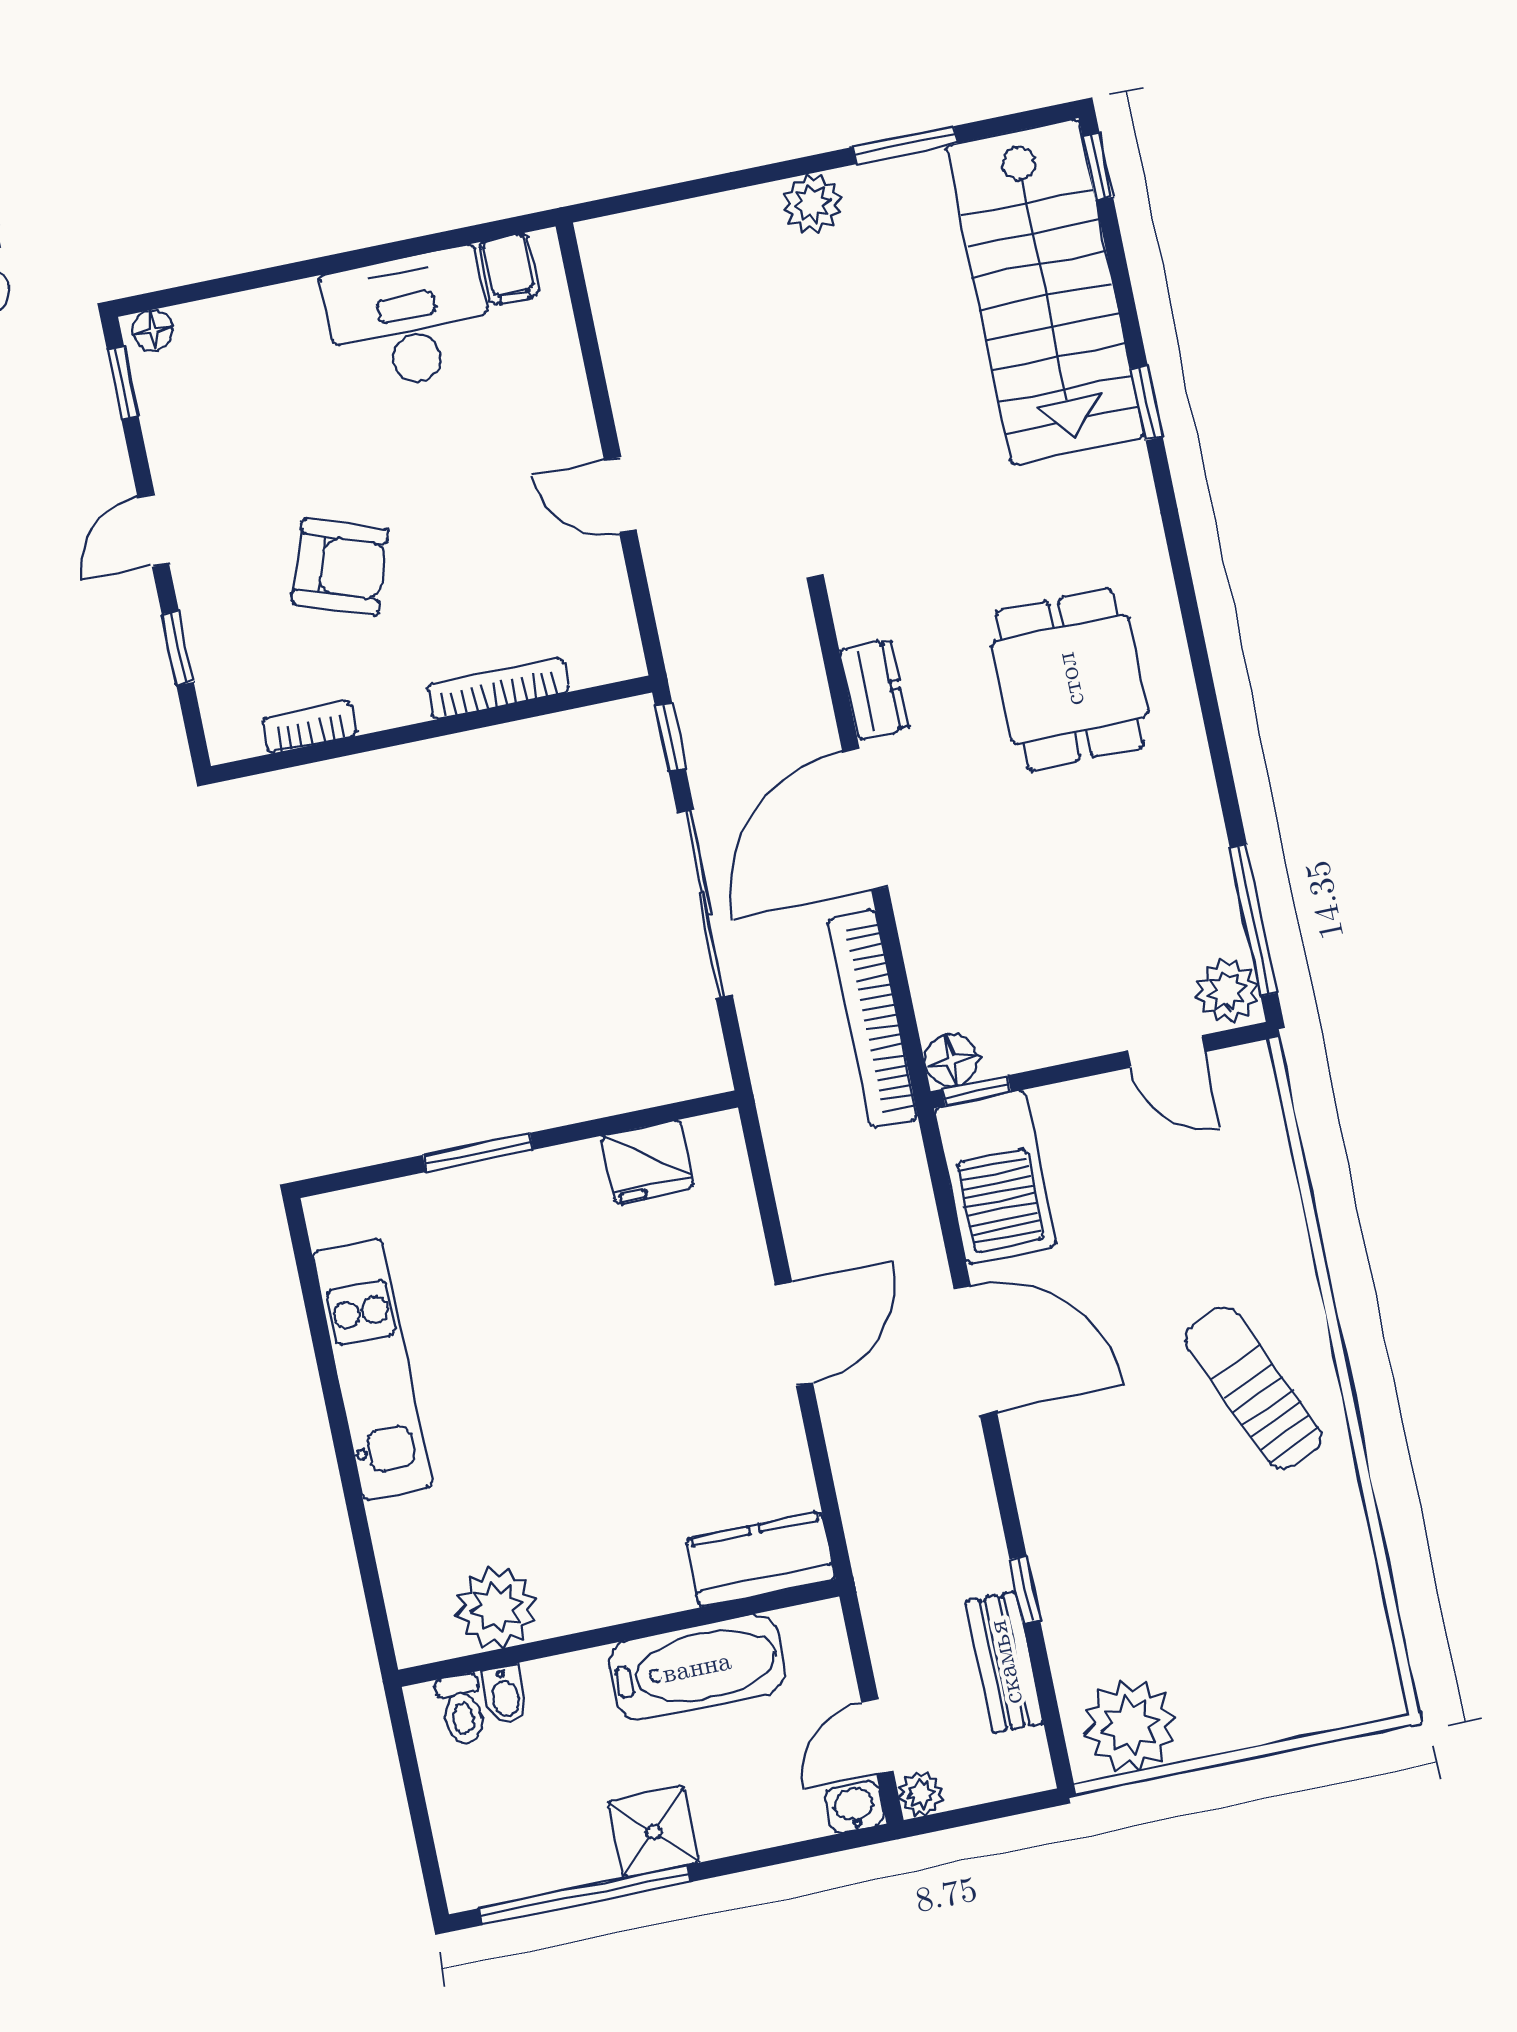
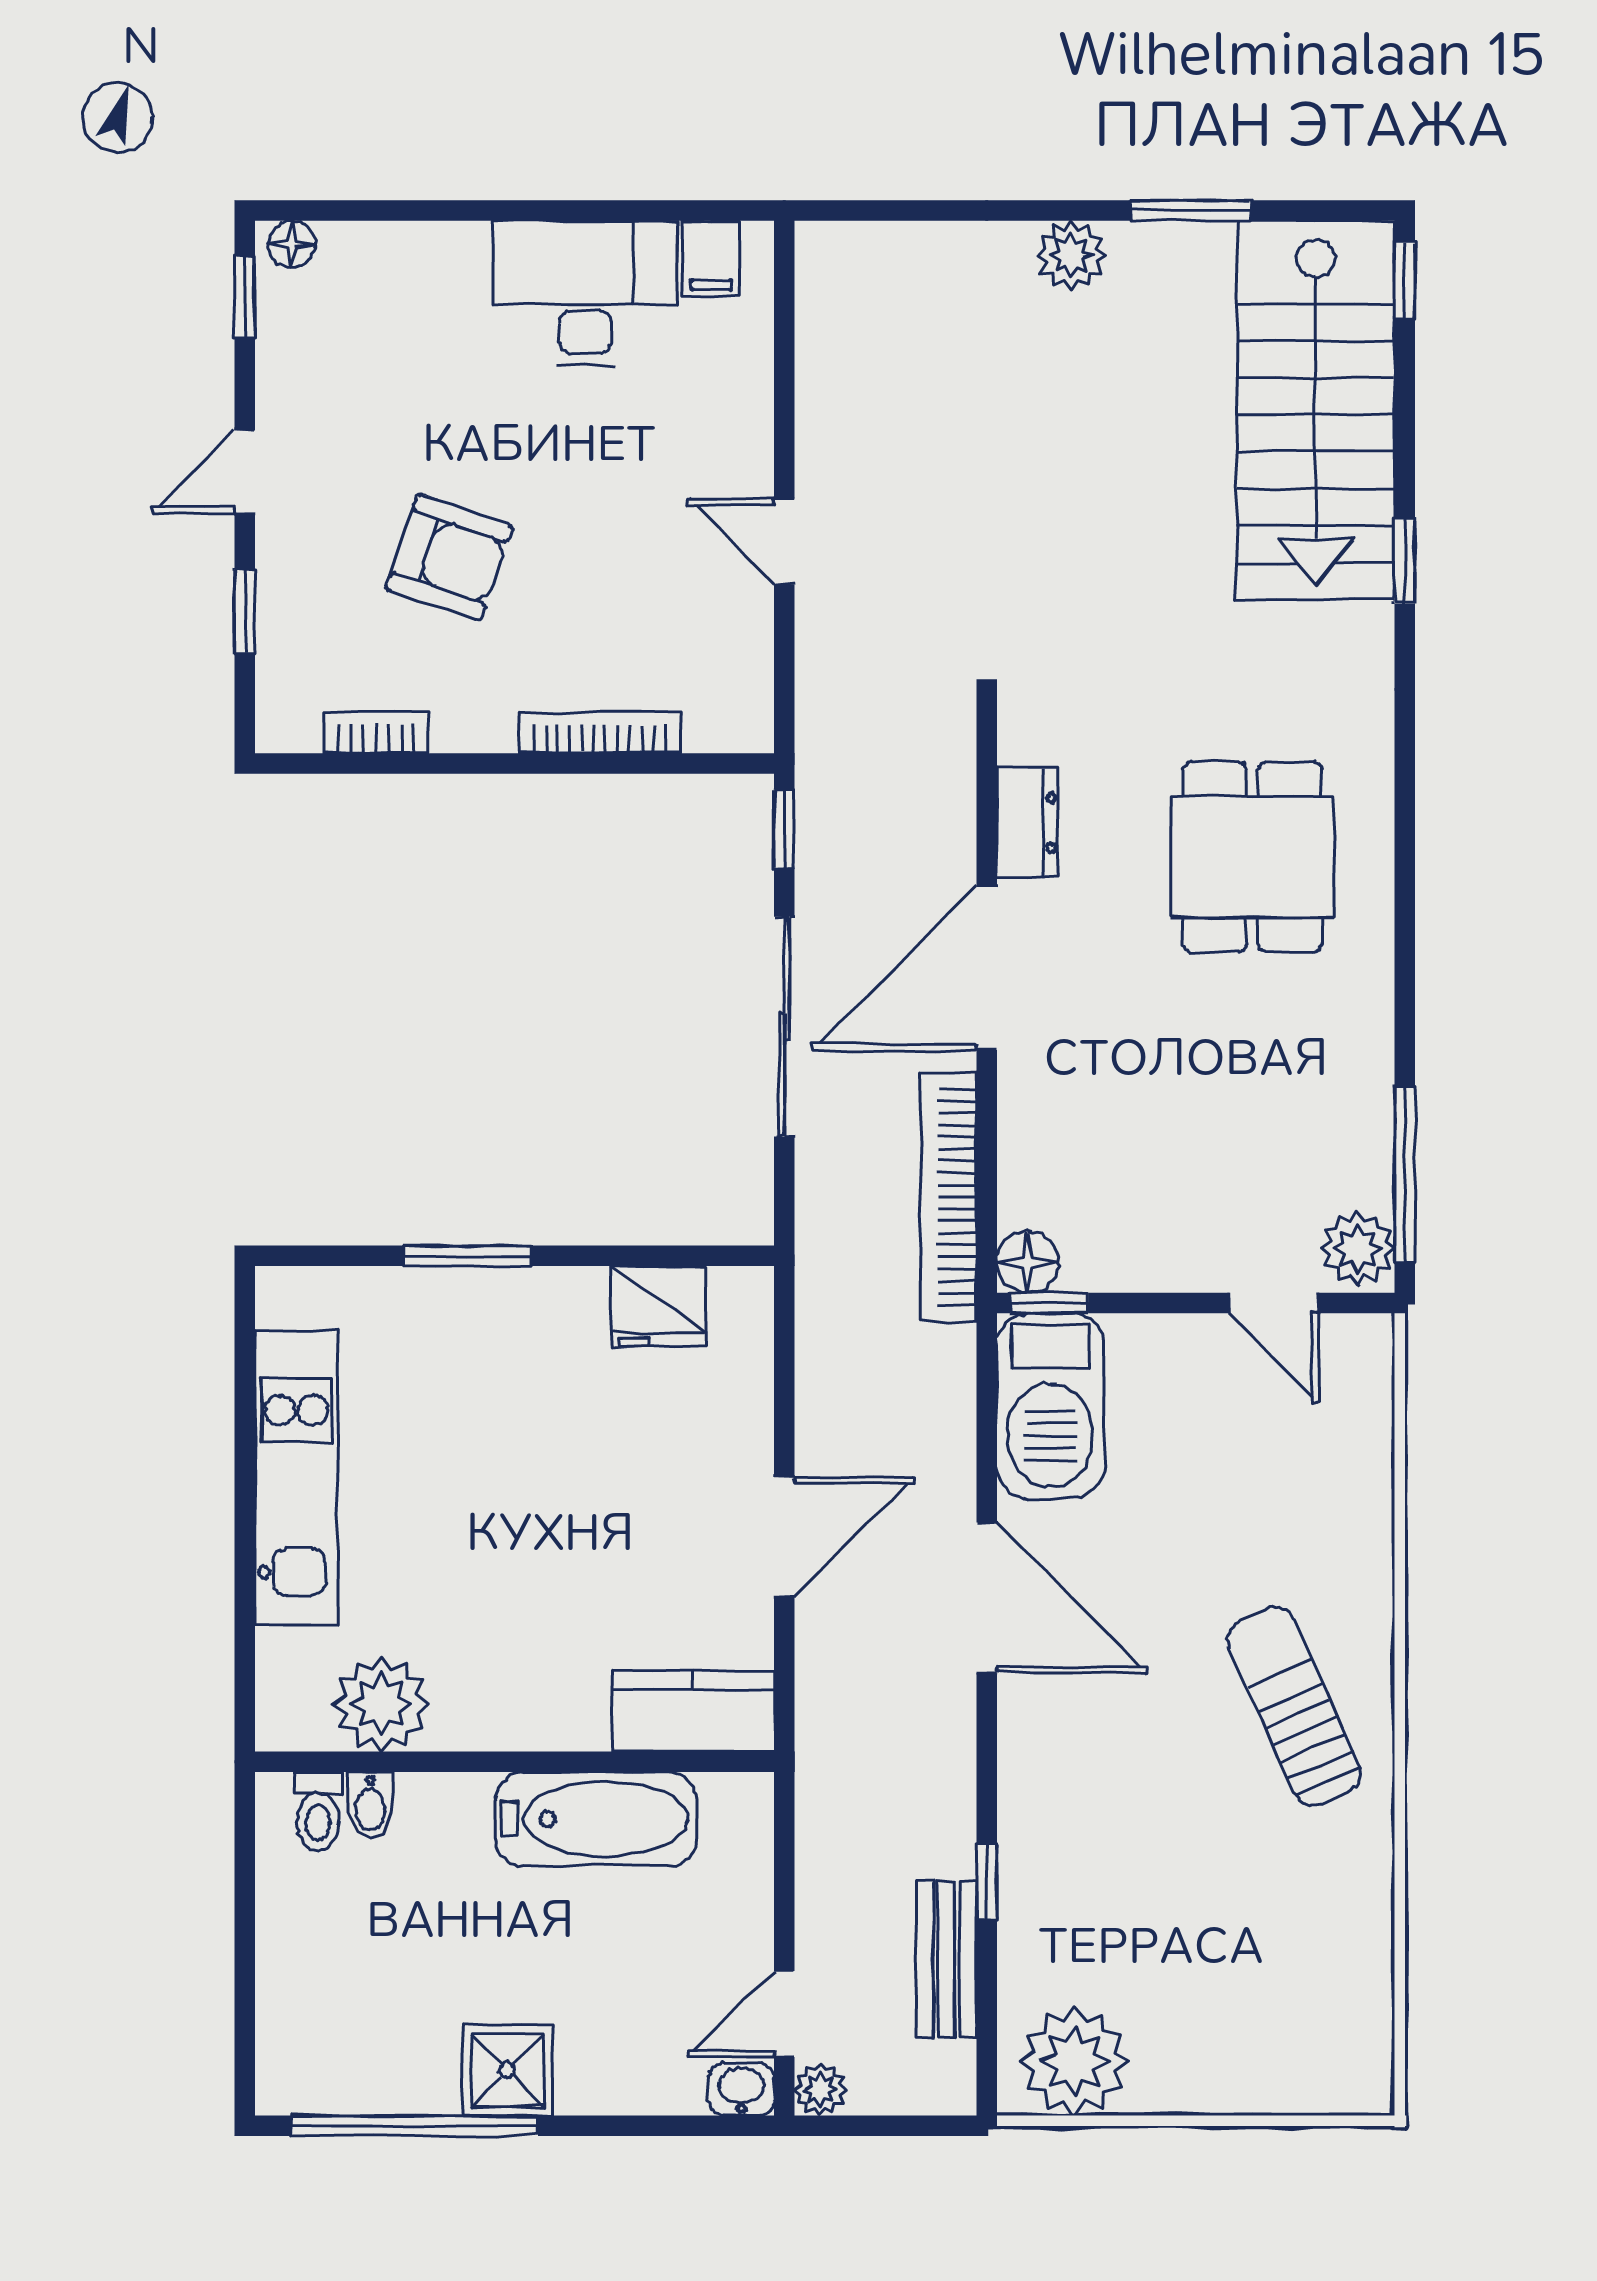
kitchen counter: (761, 1559) -> (693, 1711), moved
plant: (496, 1608) -> (381, 1704), moved
wall: (619, 1633) -> (515, 1762), moved
bathtub: (697, 1667) -> (596, 1819), moved
bidet: (505, 1695) -> (370, 1805), moved
toilet: (462, 1709) -> (318, 1811), moved

